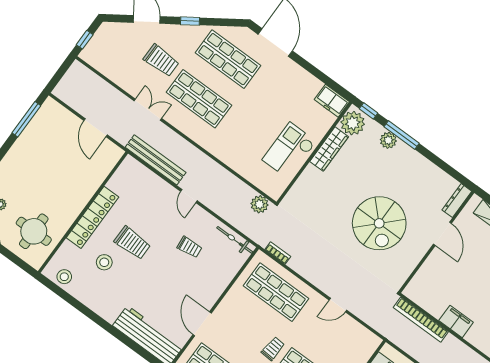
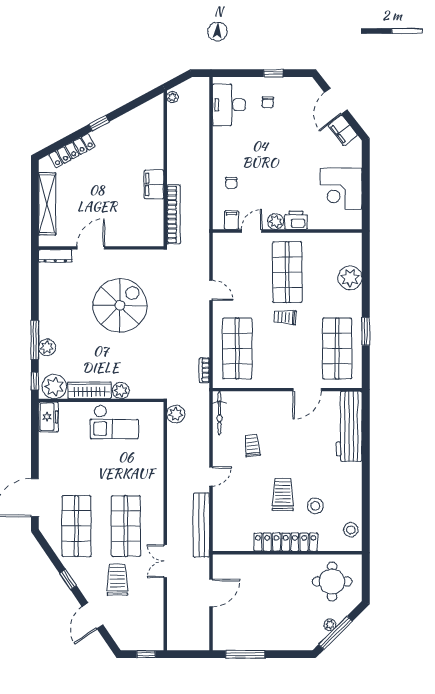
plant: (311, 174) -> (121, 390), added

